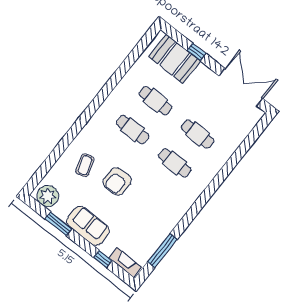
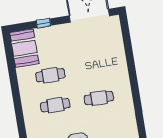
booth: (175, 59) -> (24, 48), moved, turned 90
cafe table: (198, 134) -> (94, 68), removed

